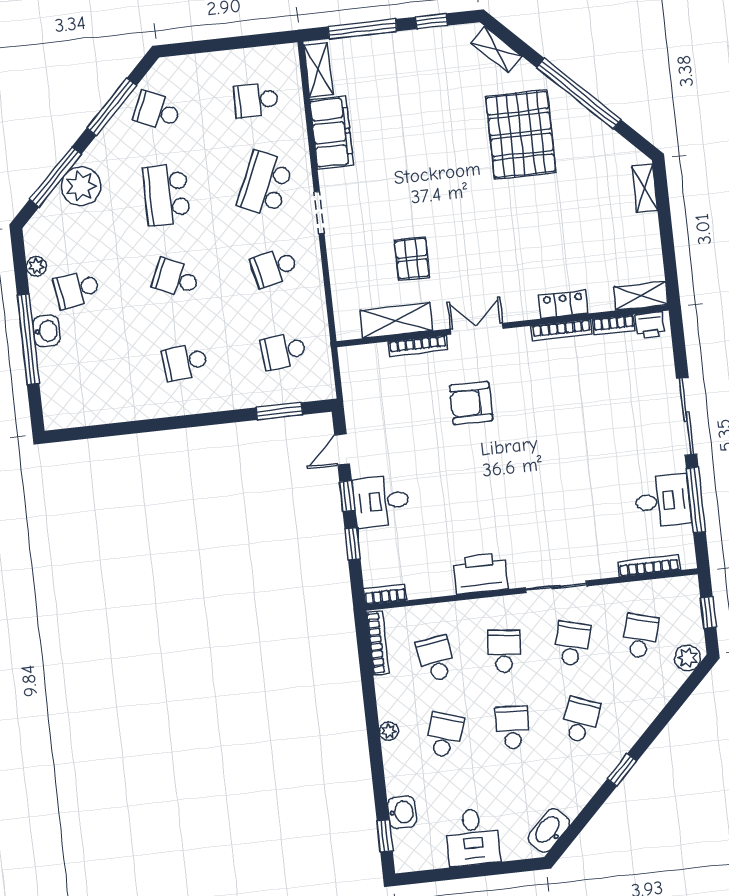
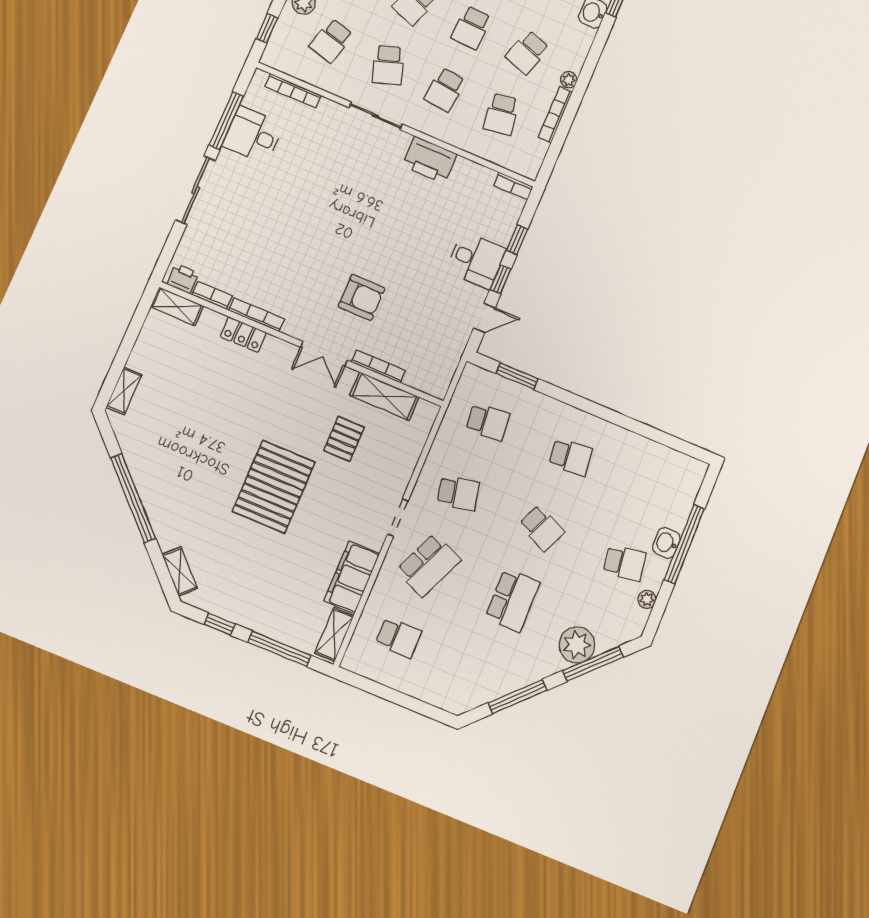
school desk: (157, 111) -> (483, 673), removed
pallet: (521, 134) -> (274, 487), moved
bookcase: (378, 643) -> (555, 115), moved
school desk: (572, 644) -> (388, 65), turned -33

